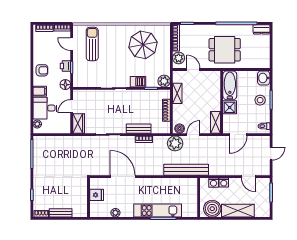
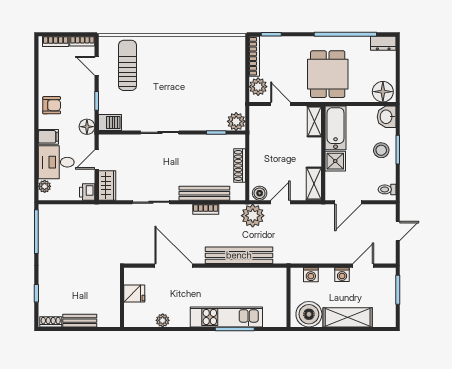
parasol: (143, 45) -> (204, 67), removed
dining table: (225, 50) -> (328, 74), turned 90
floor lamp: (261, 61) -> (383, 92), added
printer: (65, 66) -> (87, 192), moved
barbecue: (138, 82) -> (110, 122), moved
shelving: (177, 93) -> (314, 121), moved
bench: (139, 129) -> (204, 193), width x1.36
bench: (186, 170) -> (239, 255), moved
door: (248, 177) -> (363, 266), swing flipped
washing machine: (224, 182) -> (342, 275), moved

